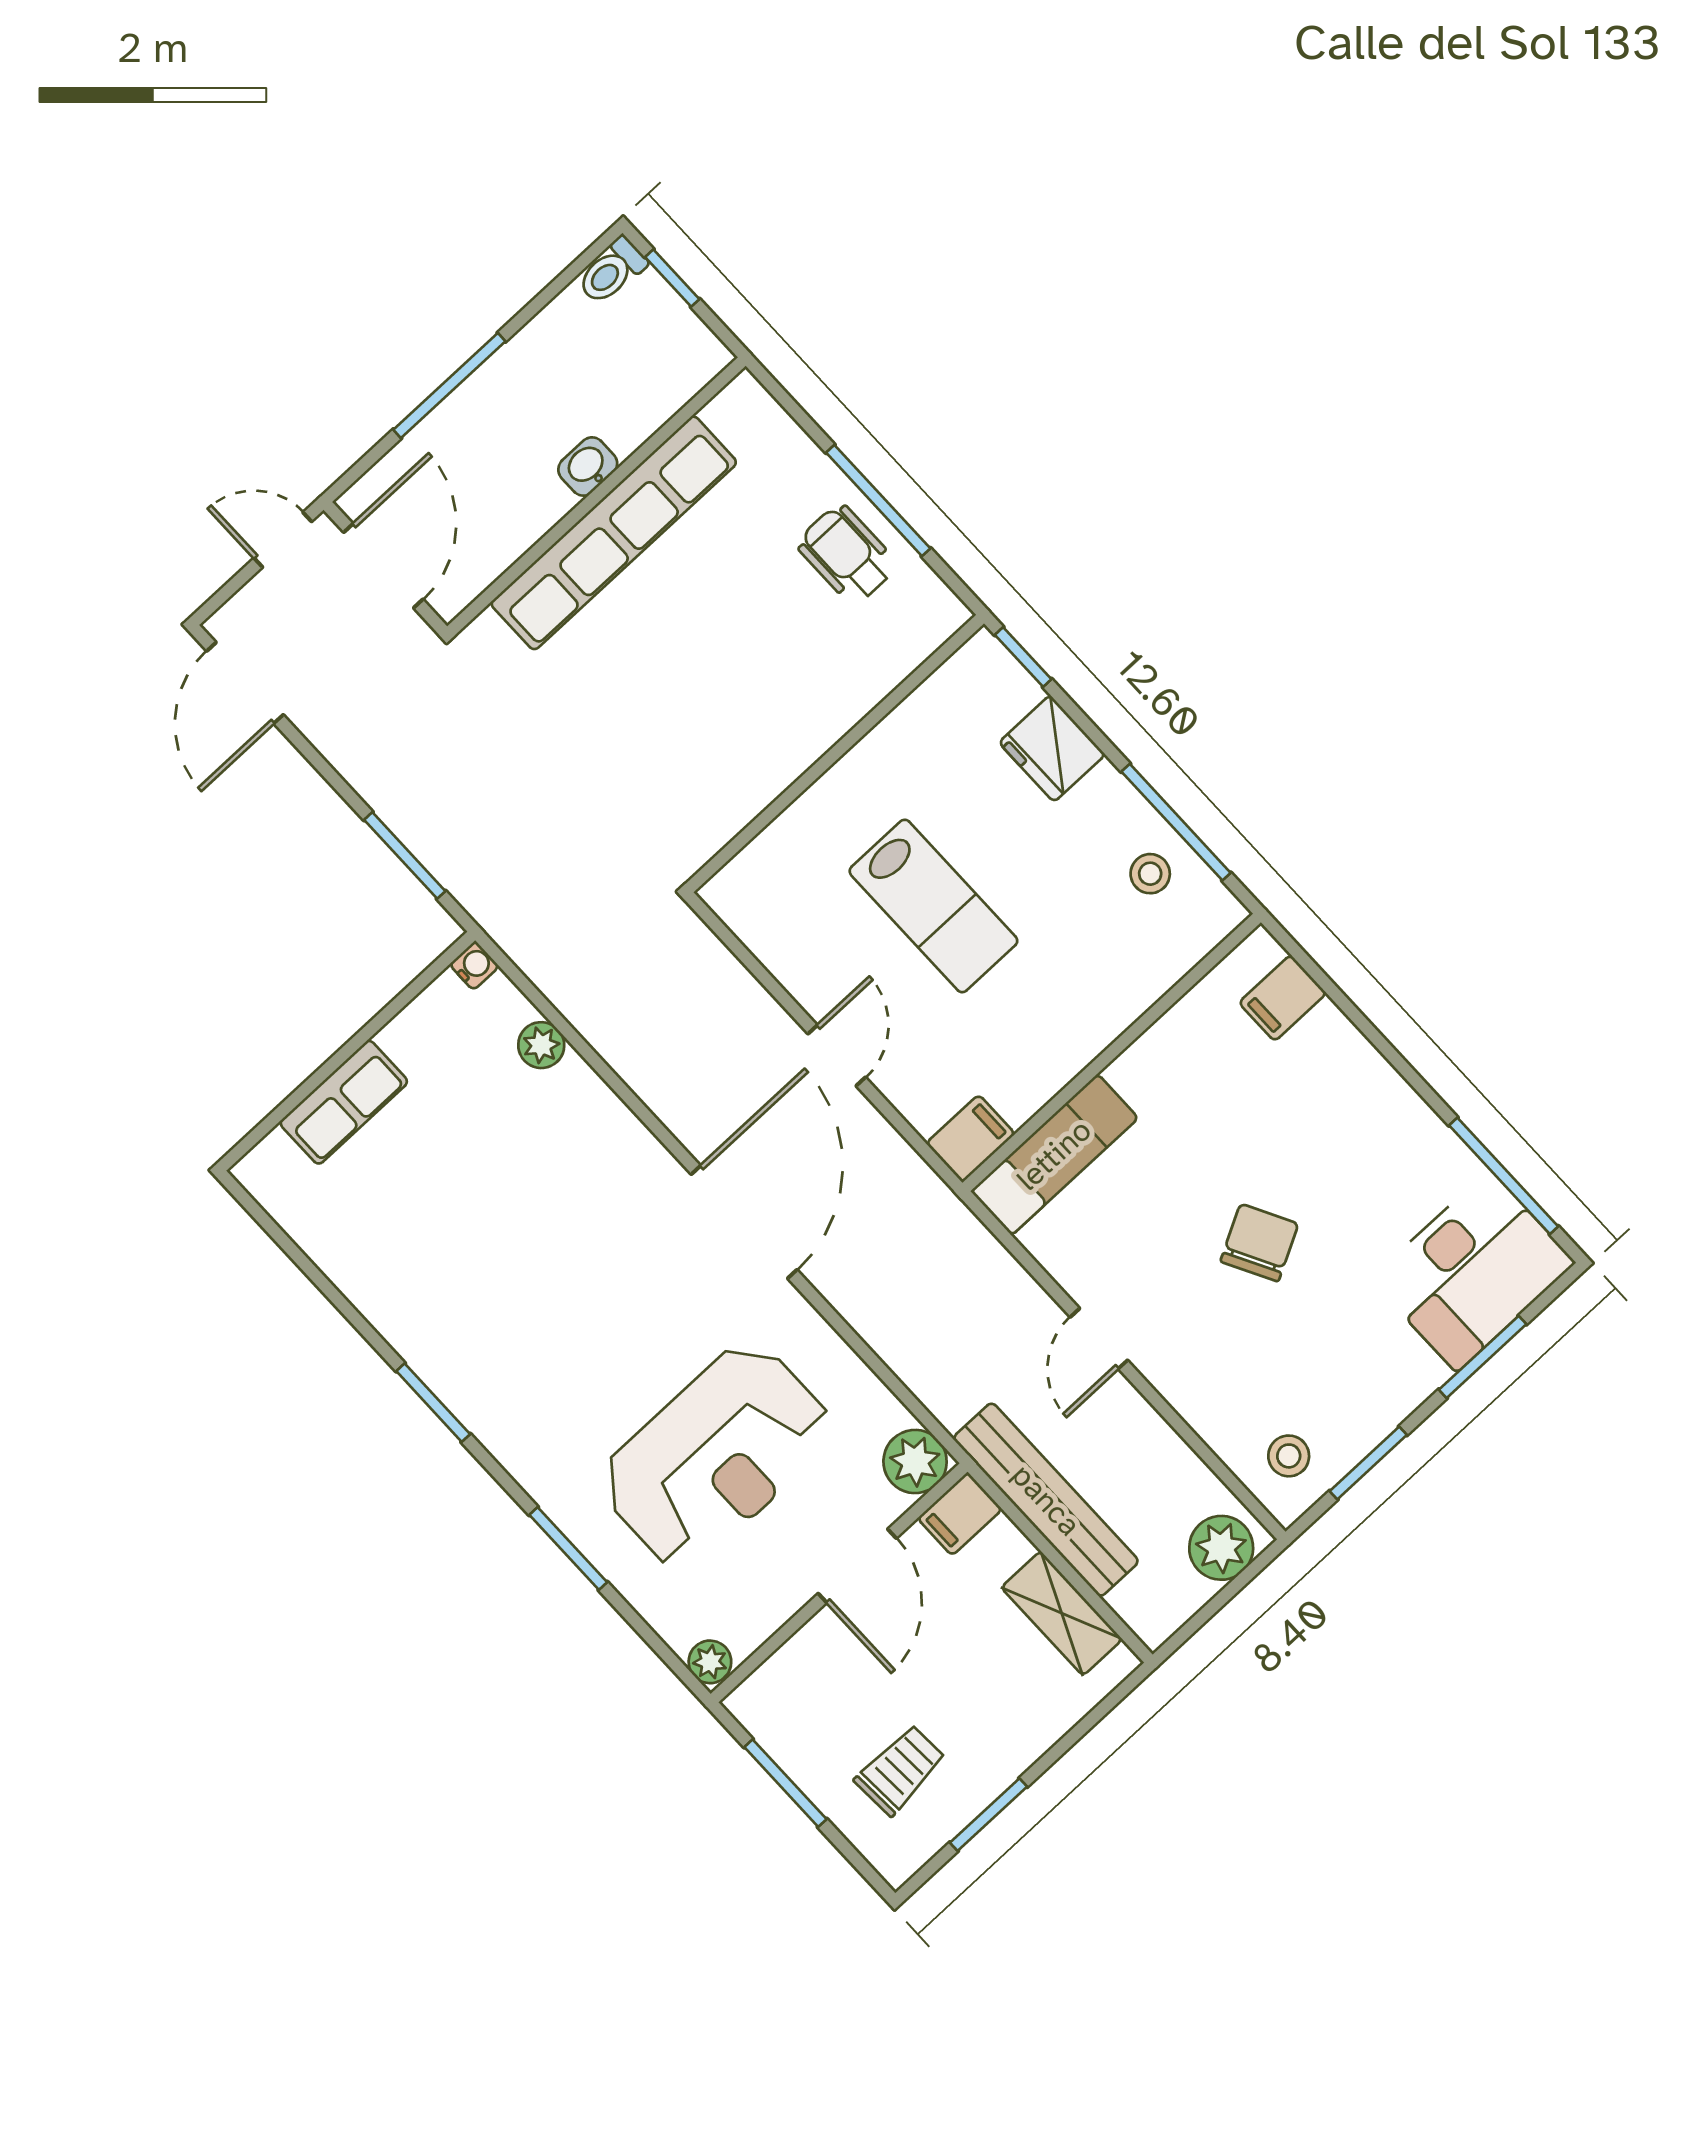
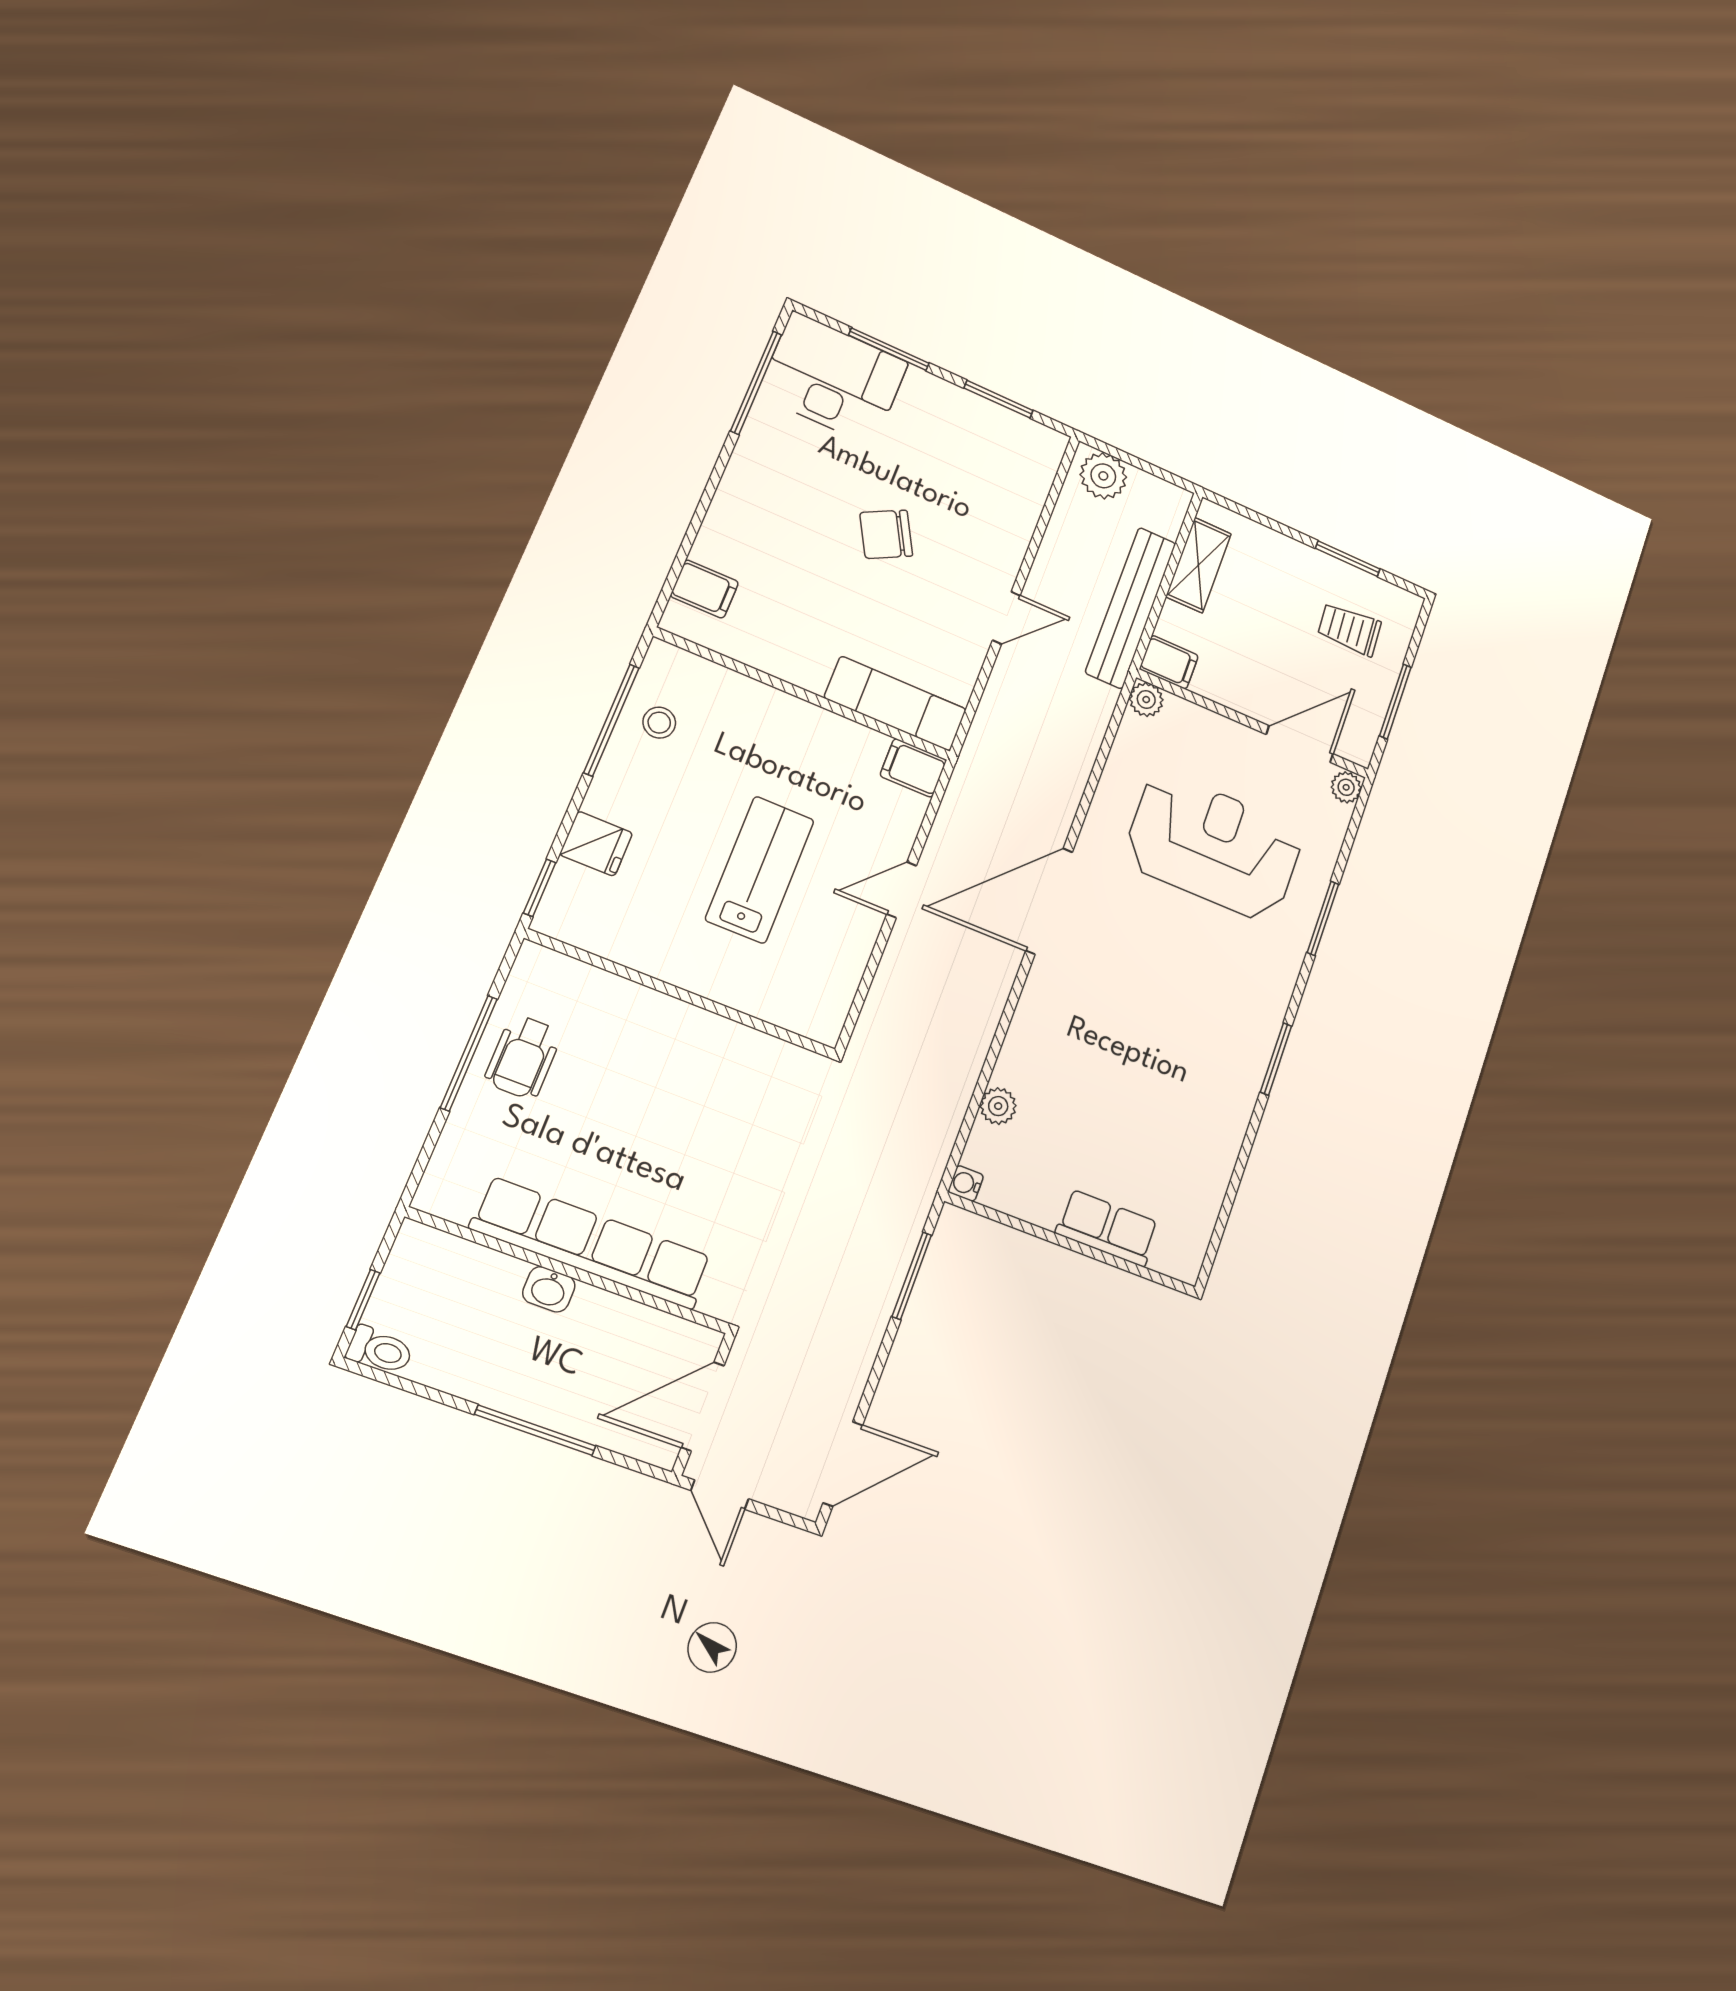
fridge: (1052, 749) -> (596, 844), width x0.72
stool: (1289, 1456) -> (1021, 455), removed
plant: (915, 1461) -> (1146, 700), width x0.73, depth x0.73
door: (857, 1566) -> (1300, 744), moved

